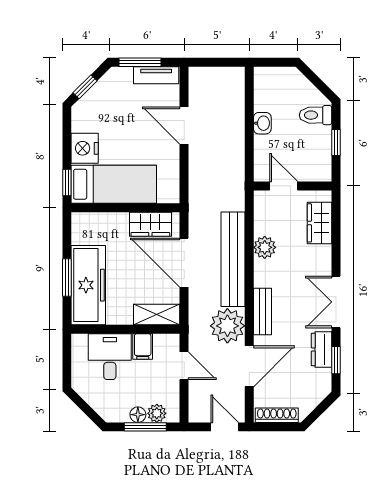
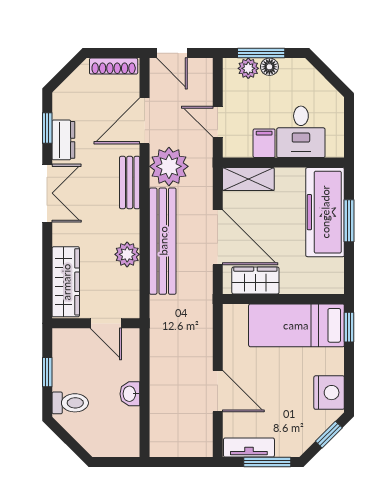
nightstand: (85, 148) -> (329, 393), moved
wardrobe: (320, 223) -> (66, 282), width x1.50

